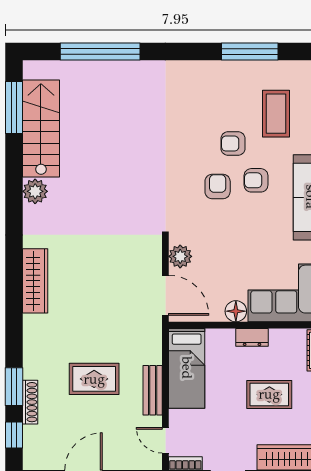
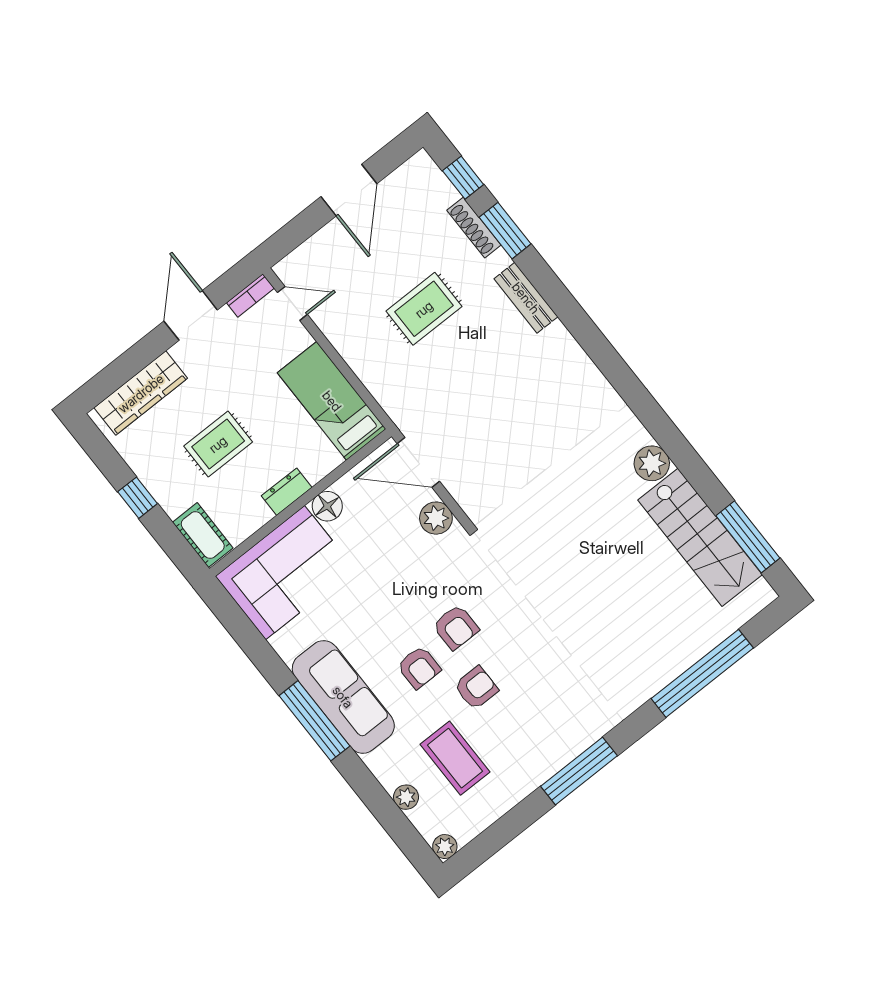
window: (250, 51) -> (579, 771), moved
armchair: (256, 180) -> (419, 667), turned 90
wardrobe: (35, 281) -> (574, 365), removed
bench: (153, 390) -> (526, 298), moved

